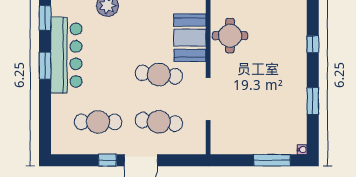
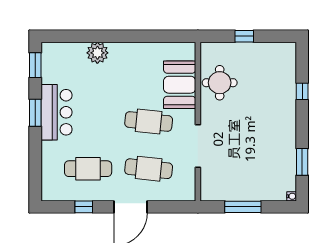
bar counter: (66, 55) -> (56, 112), width x0.73
window: (313, 101) -> (302, 162), moved
window: (107, 160) -> (84, 207), moved
window: (272, 160) -> (243, 207), moved

